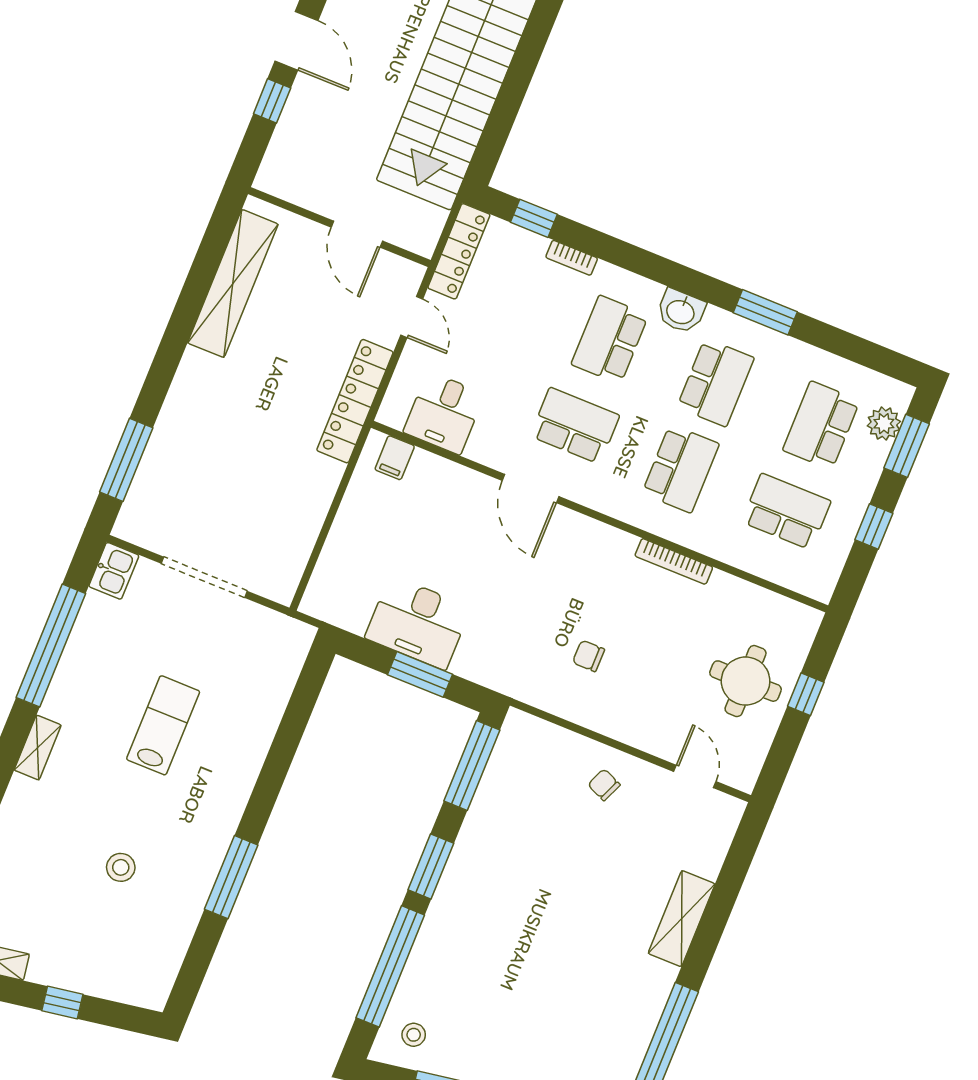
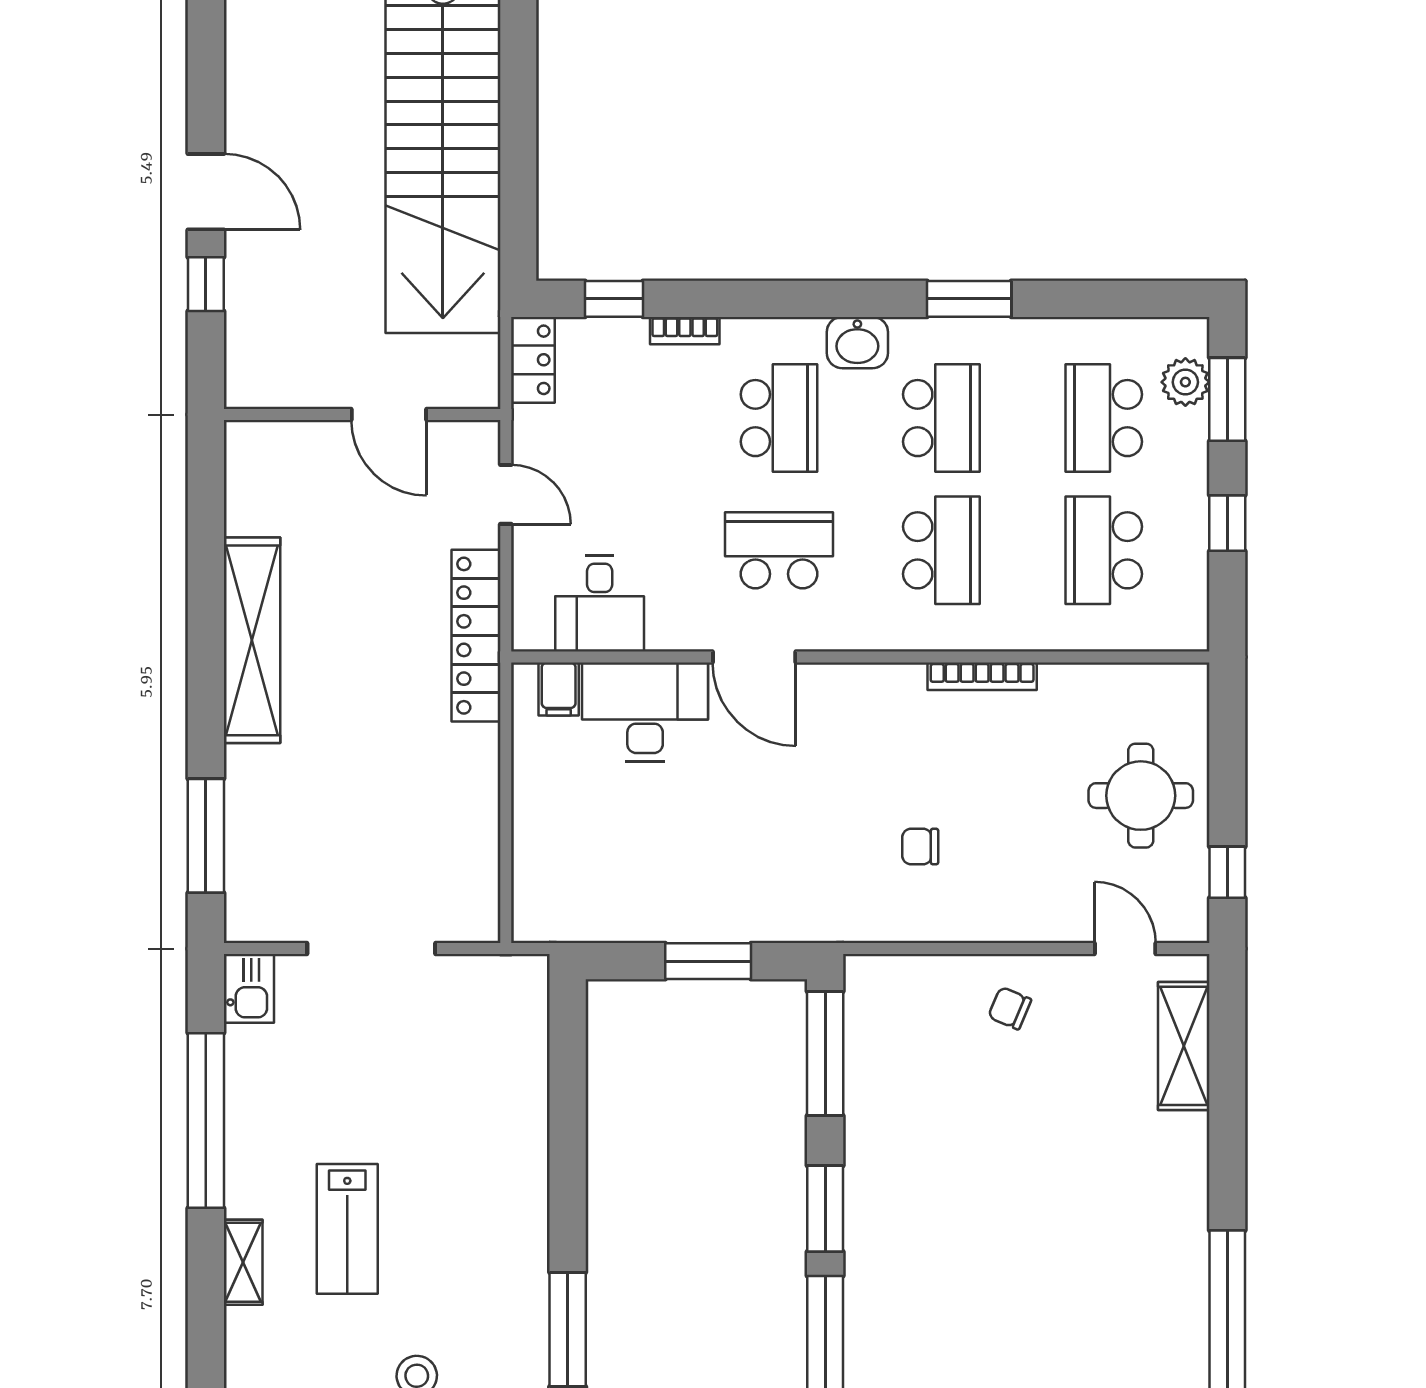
locker: (459, 251) -> (533, 360), width x0.66
shelving: (233, 283) -> (252, 640), moved
school desk: (610, 340) -> (779, 418), turned 180
school desk: (786, 512) -> (1104, 550), turned -90
desk: (418, 623) -> (645, 712), moved, turned 180
window: (806, 694) -> (1227, 872), moved
lab bench: (163, 725) -> (347, 1229), moved, turned 180
shelving: (682, 919) -> (1184, 1046), moved

